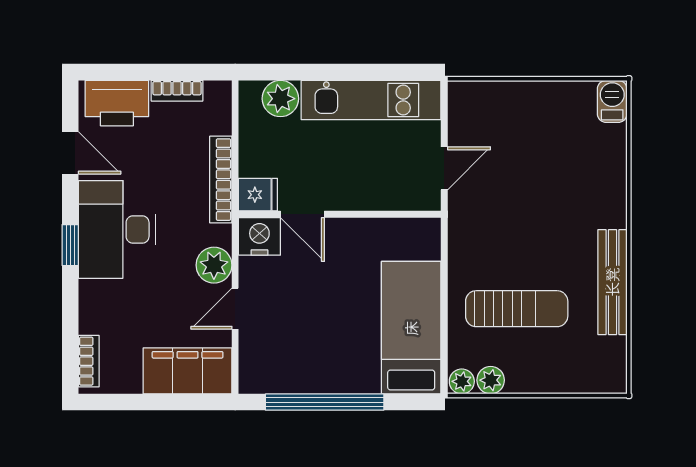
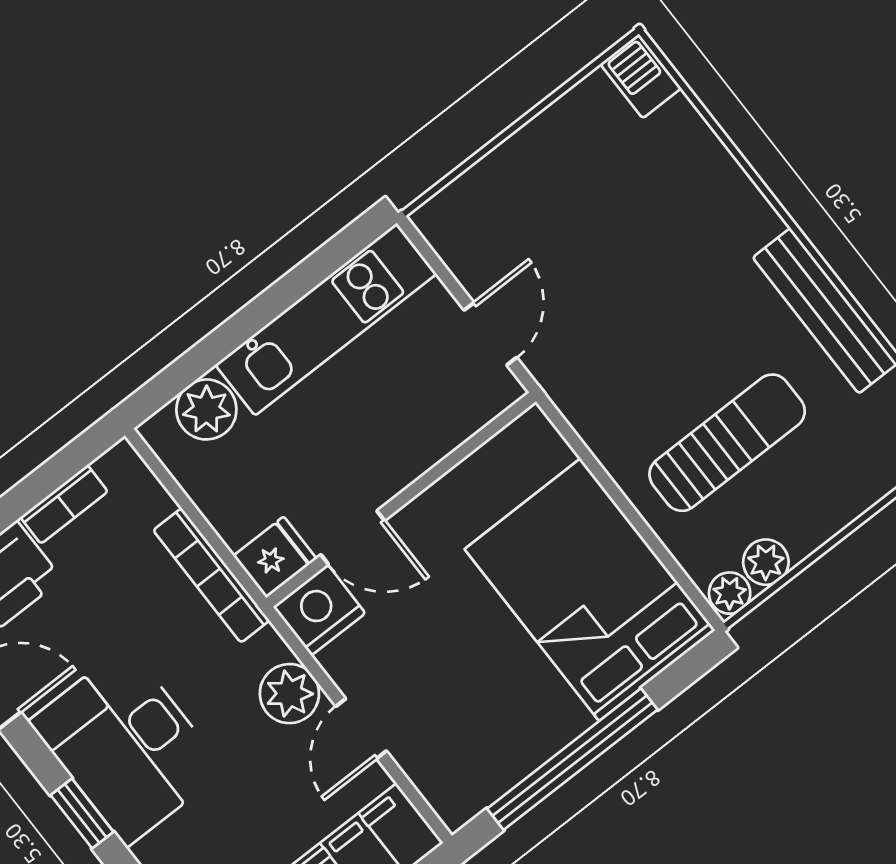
bed: (411, 328) -> (590, 590), width x1.50

